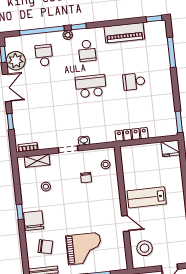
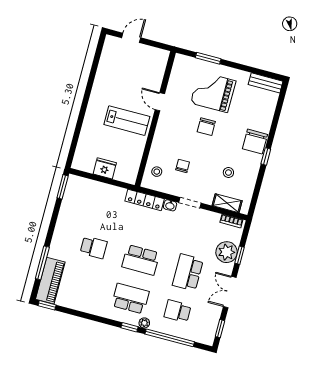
piano: (124, 33) -> (50, 281), moved, turned 90
school desk: (87, 51) -> (130, 299), width x1.85
school desk: (44, 55) -> (177, 311), turned 90
plant: (16, 61) -> (227, 252), moved
school desk: (48, 91) -> (188, 272), added
locker: (132, 134) -> (145, 200), moved
fridge: (171, 148) -> (105, 168), moved
chair: (45, 247) -> (206, 127), moved, turned -103
stool: (145, 248) -> (150, 68), removed

